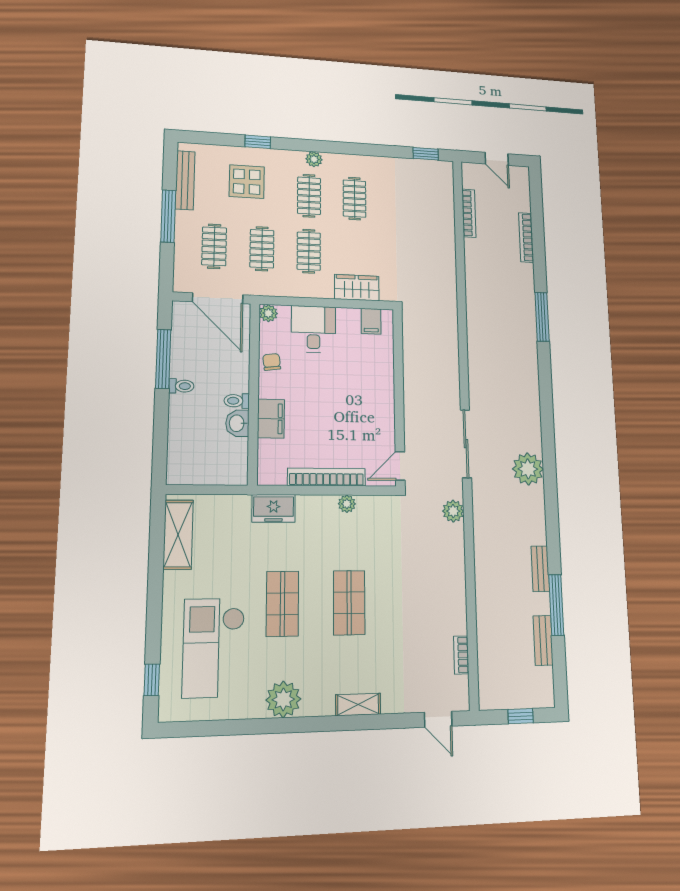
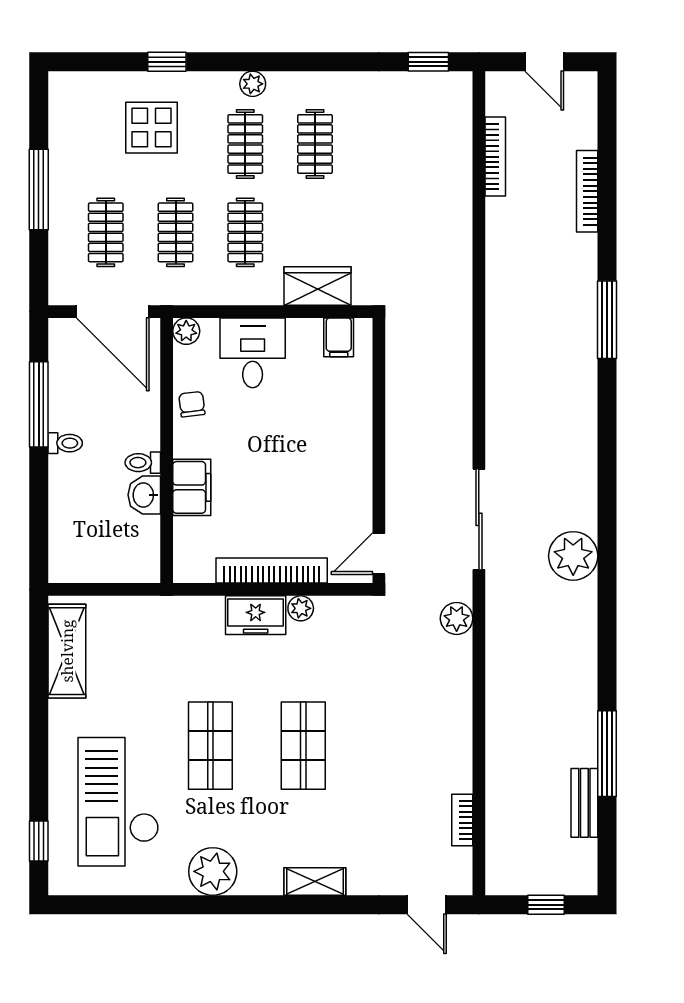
bench: (185, 180) -> (61, 132), removed
freezer: (274, 508) -> (256, 615), moved
bench: (540, 569) -> (585, 702), removed

